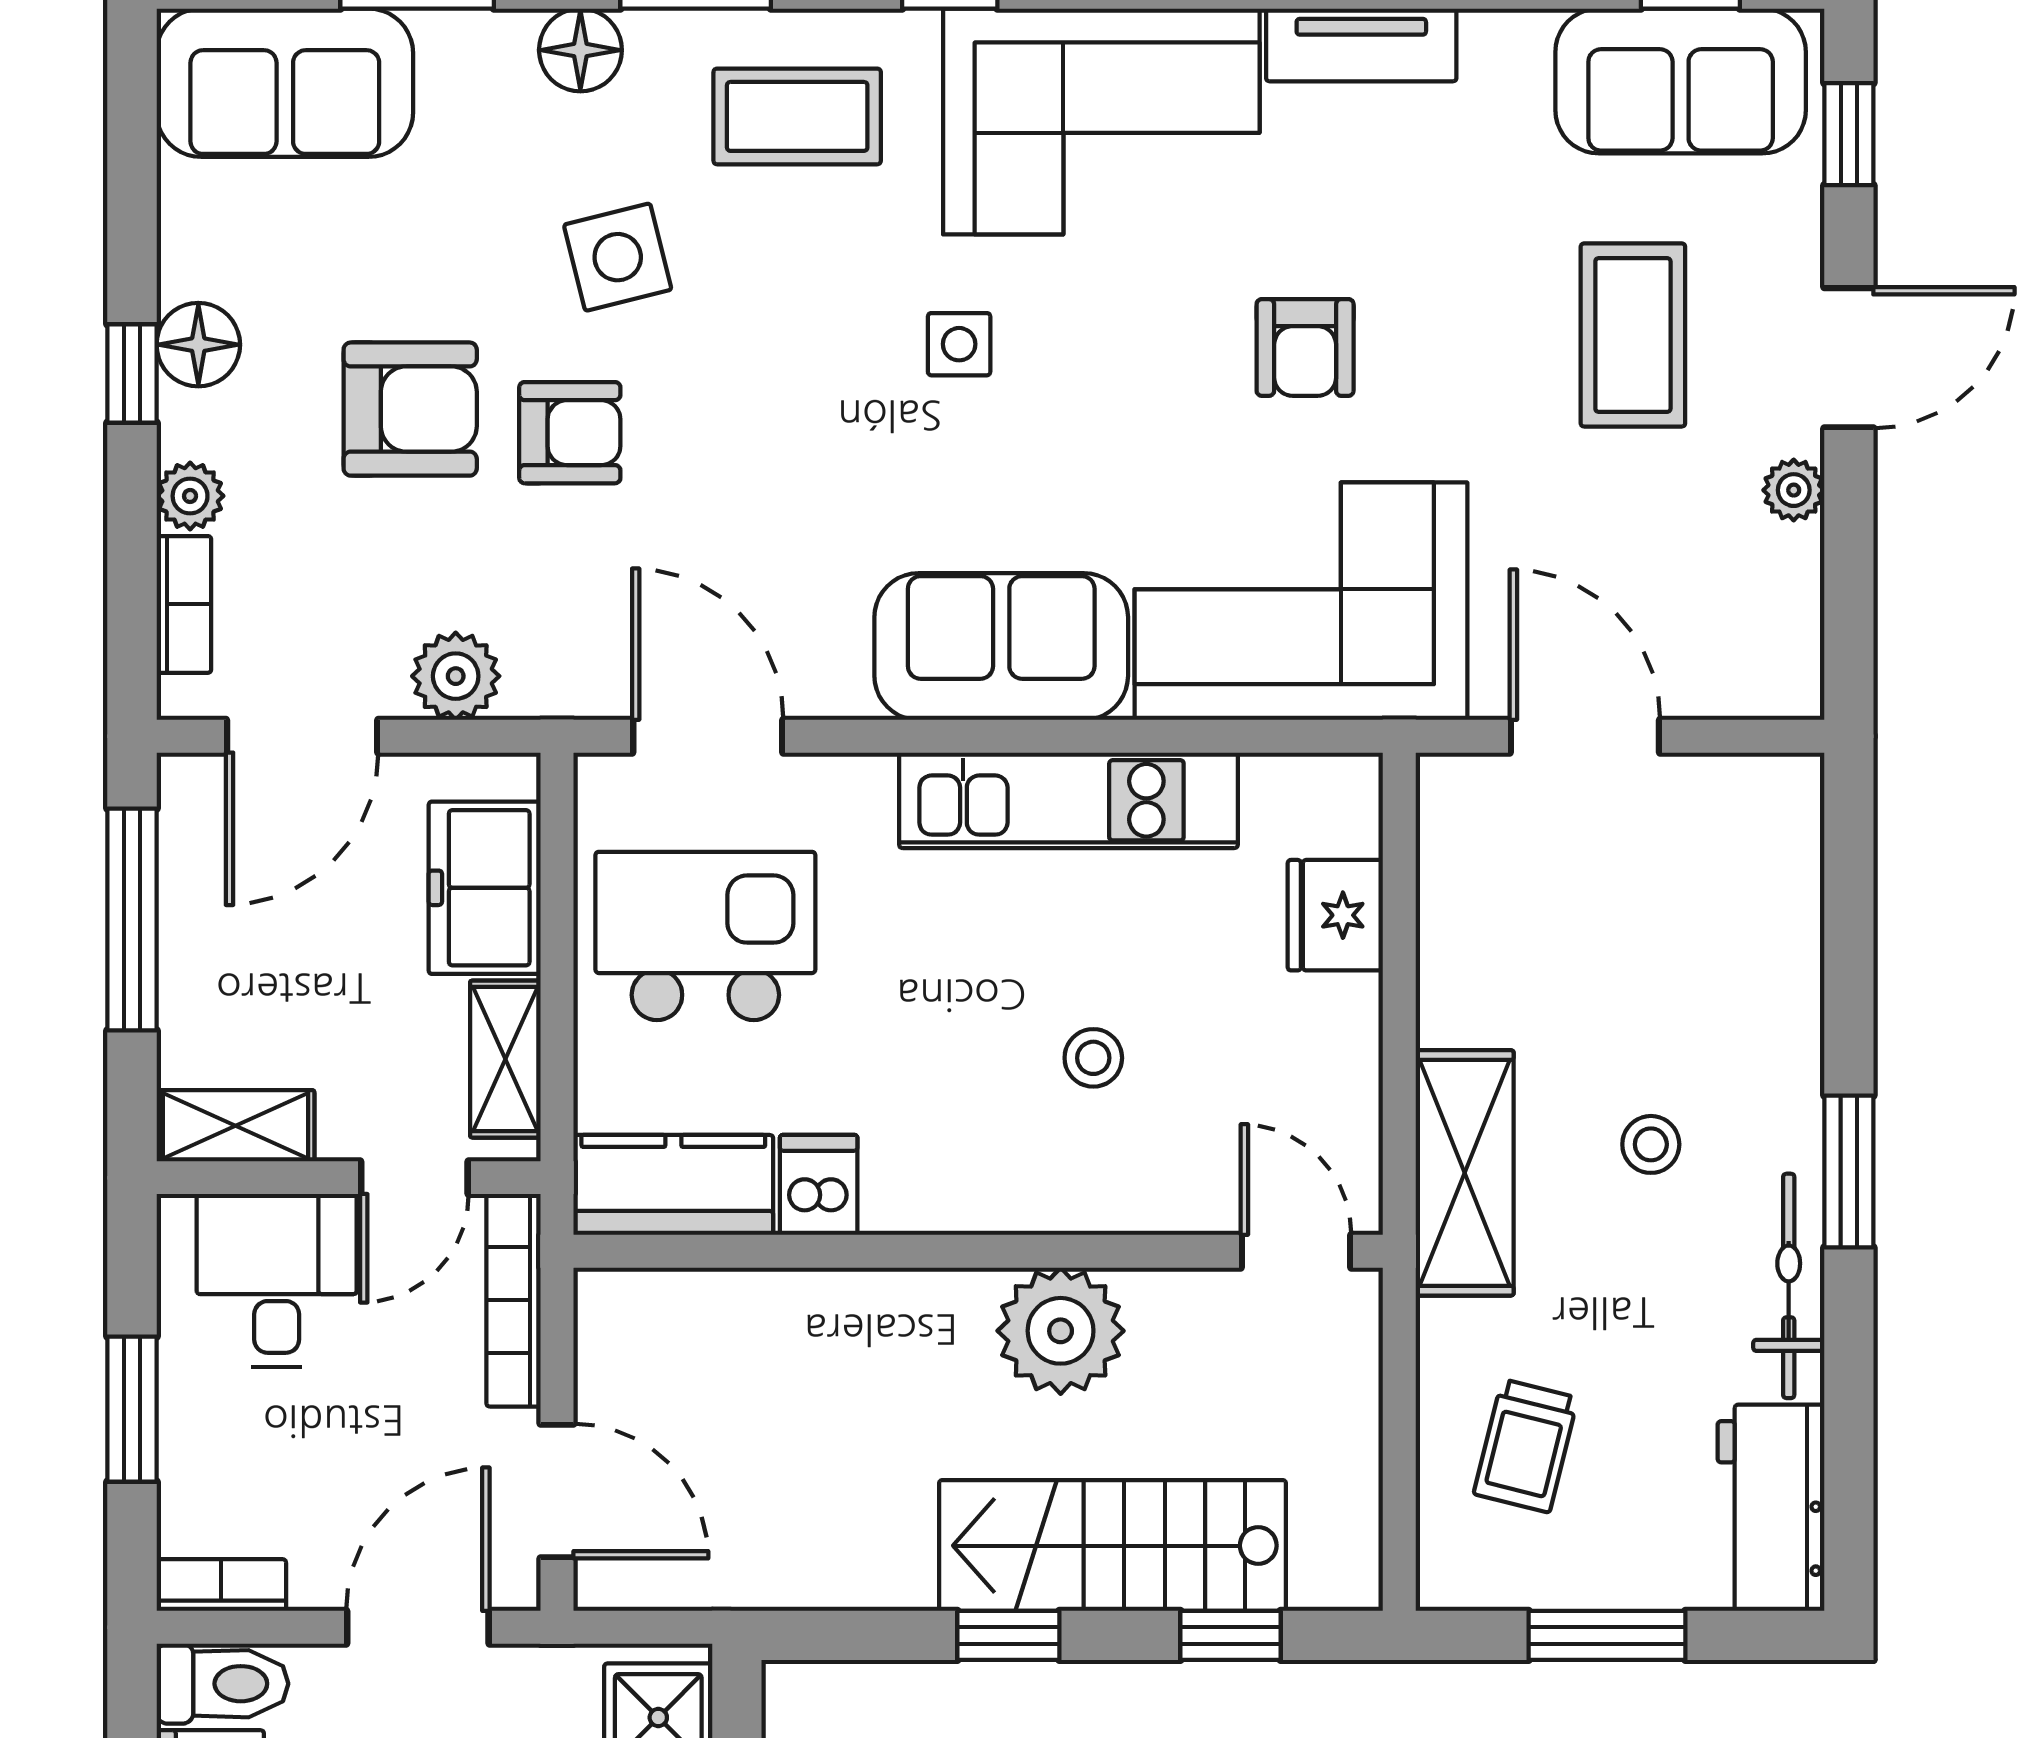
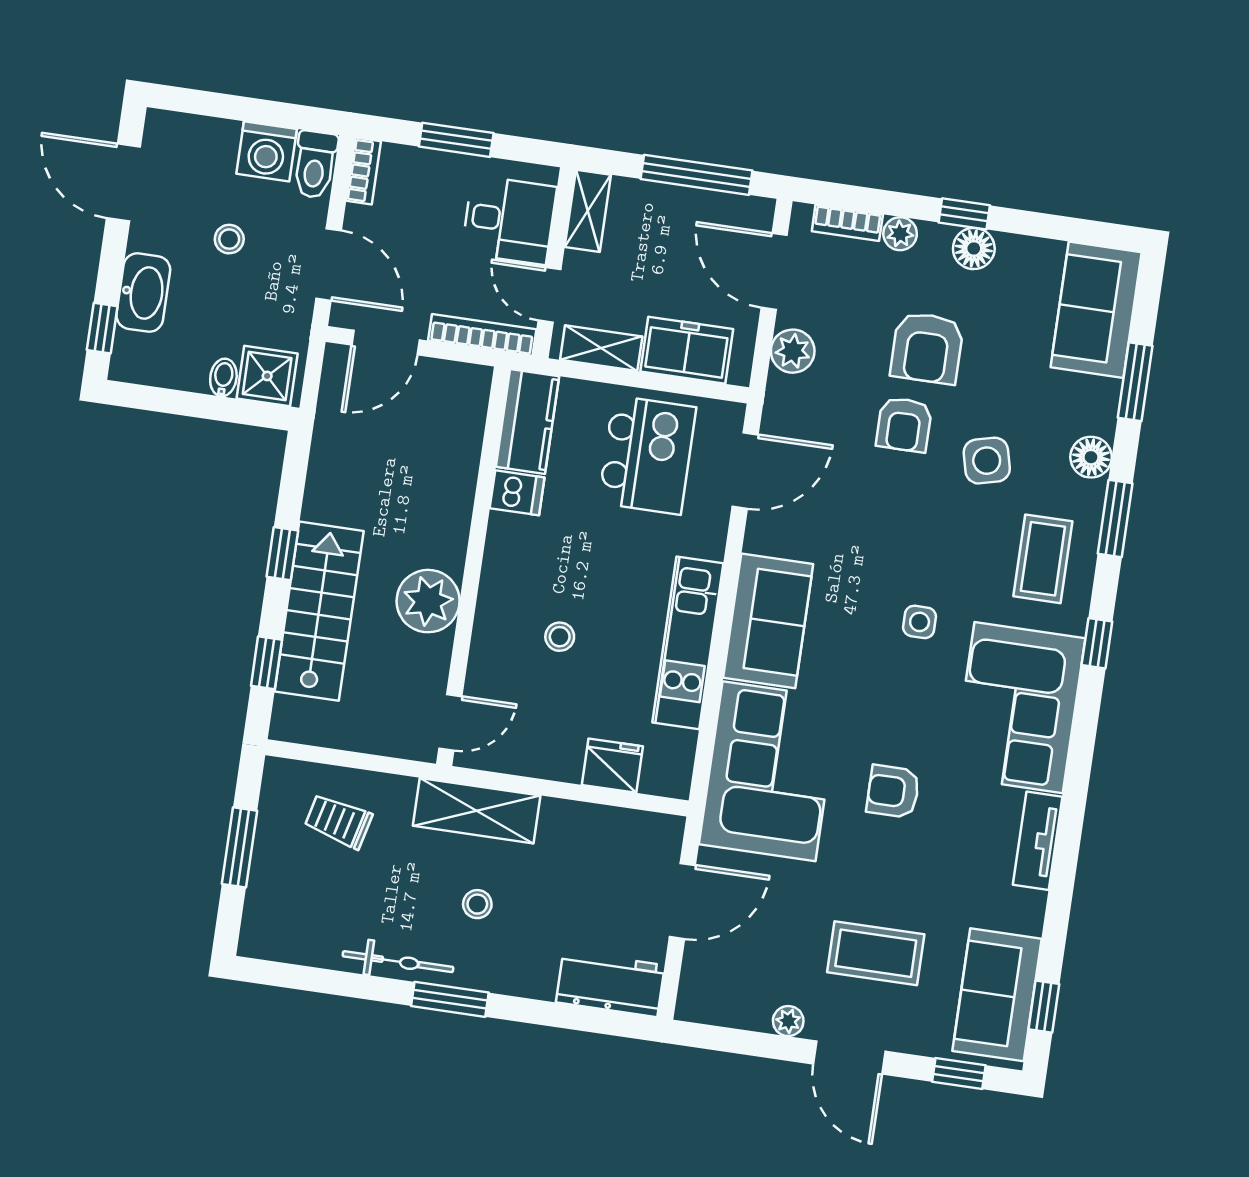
workbench: (1771, 1508) -> (610, 984), moved

